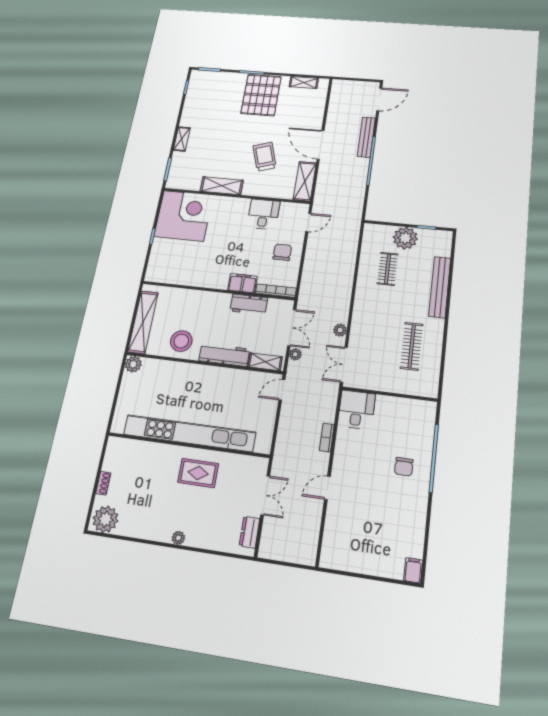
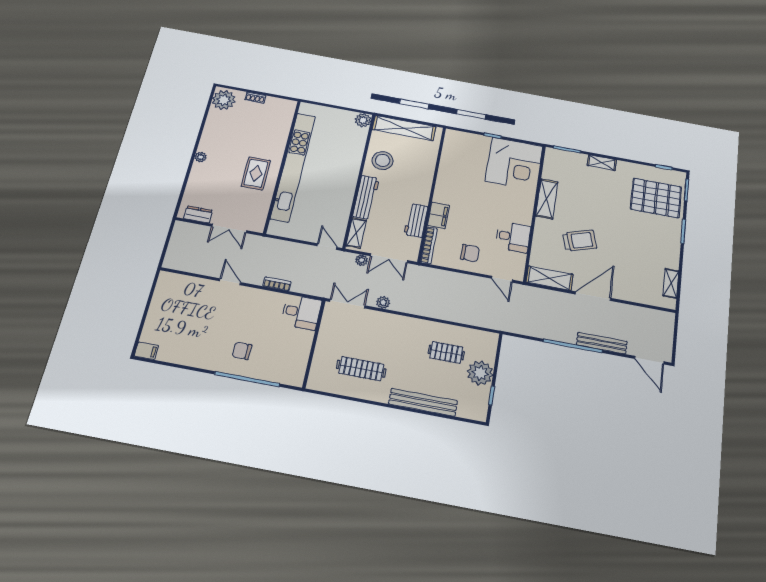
pallet: (261, 95) -> (656, 198), moved

